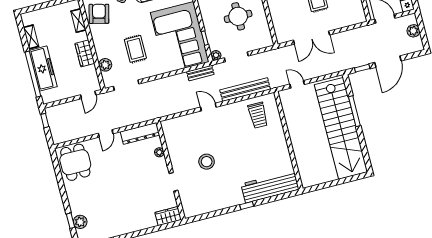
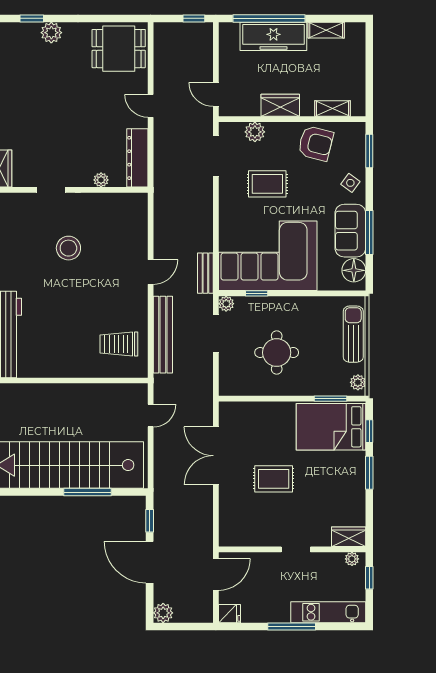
armchair: (99, 14) -> (316, 143), moved
plant: (413, 31) -> (163, 613), moved
plant: (80, 222) -> (51, 33), moved

